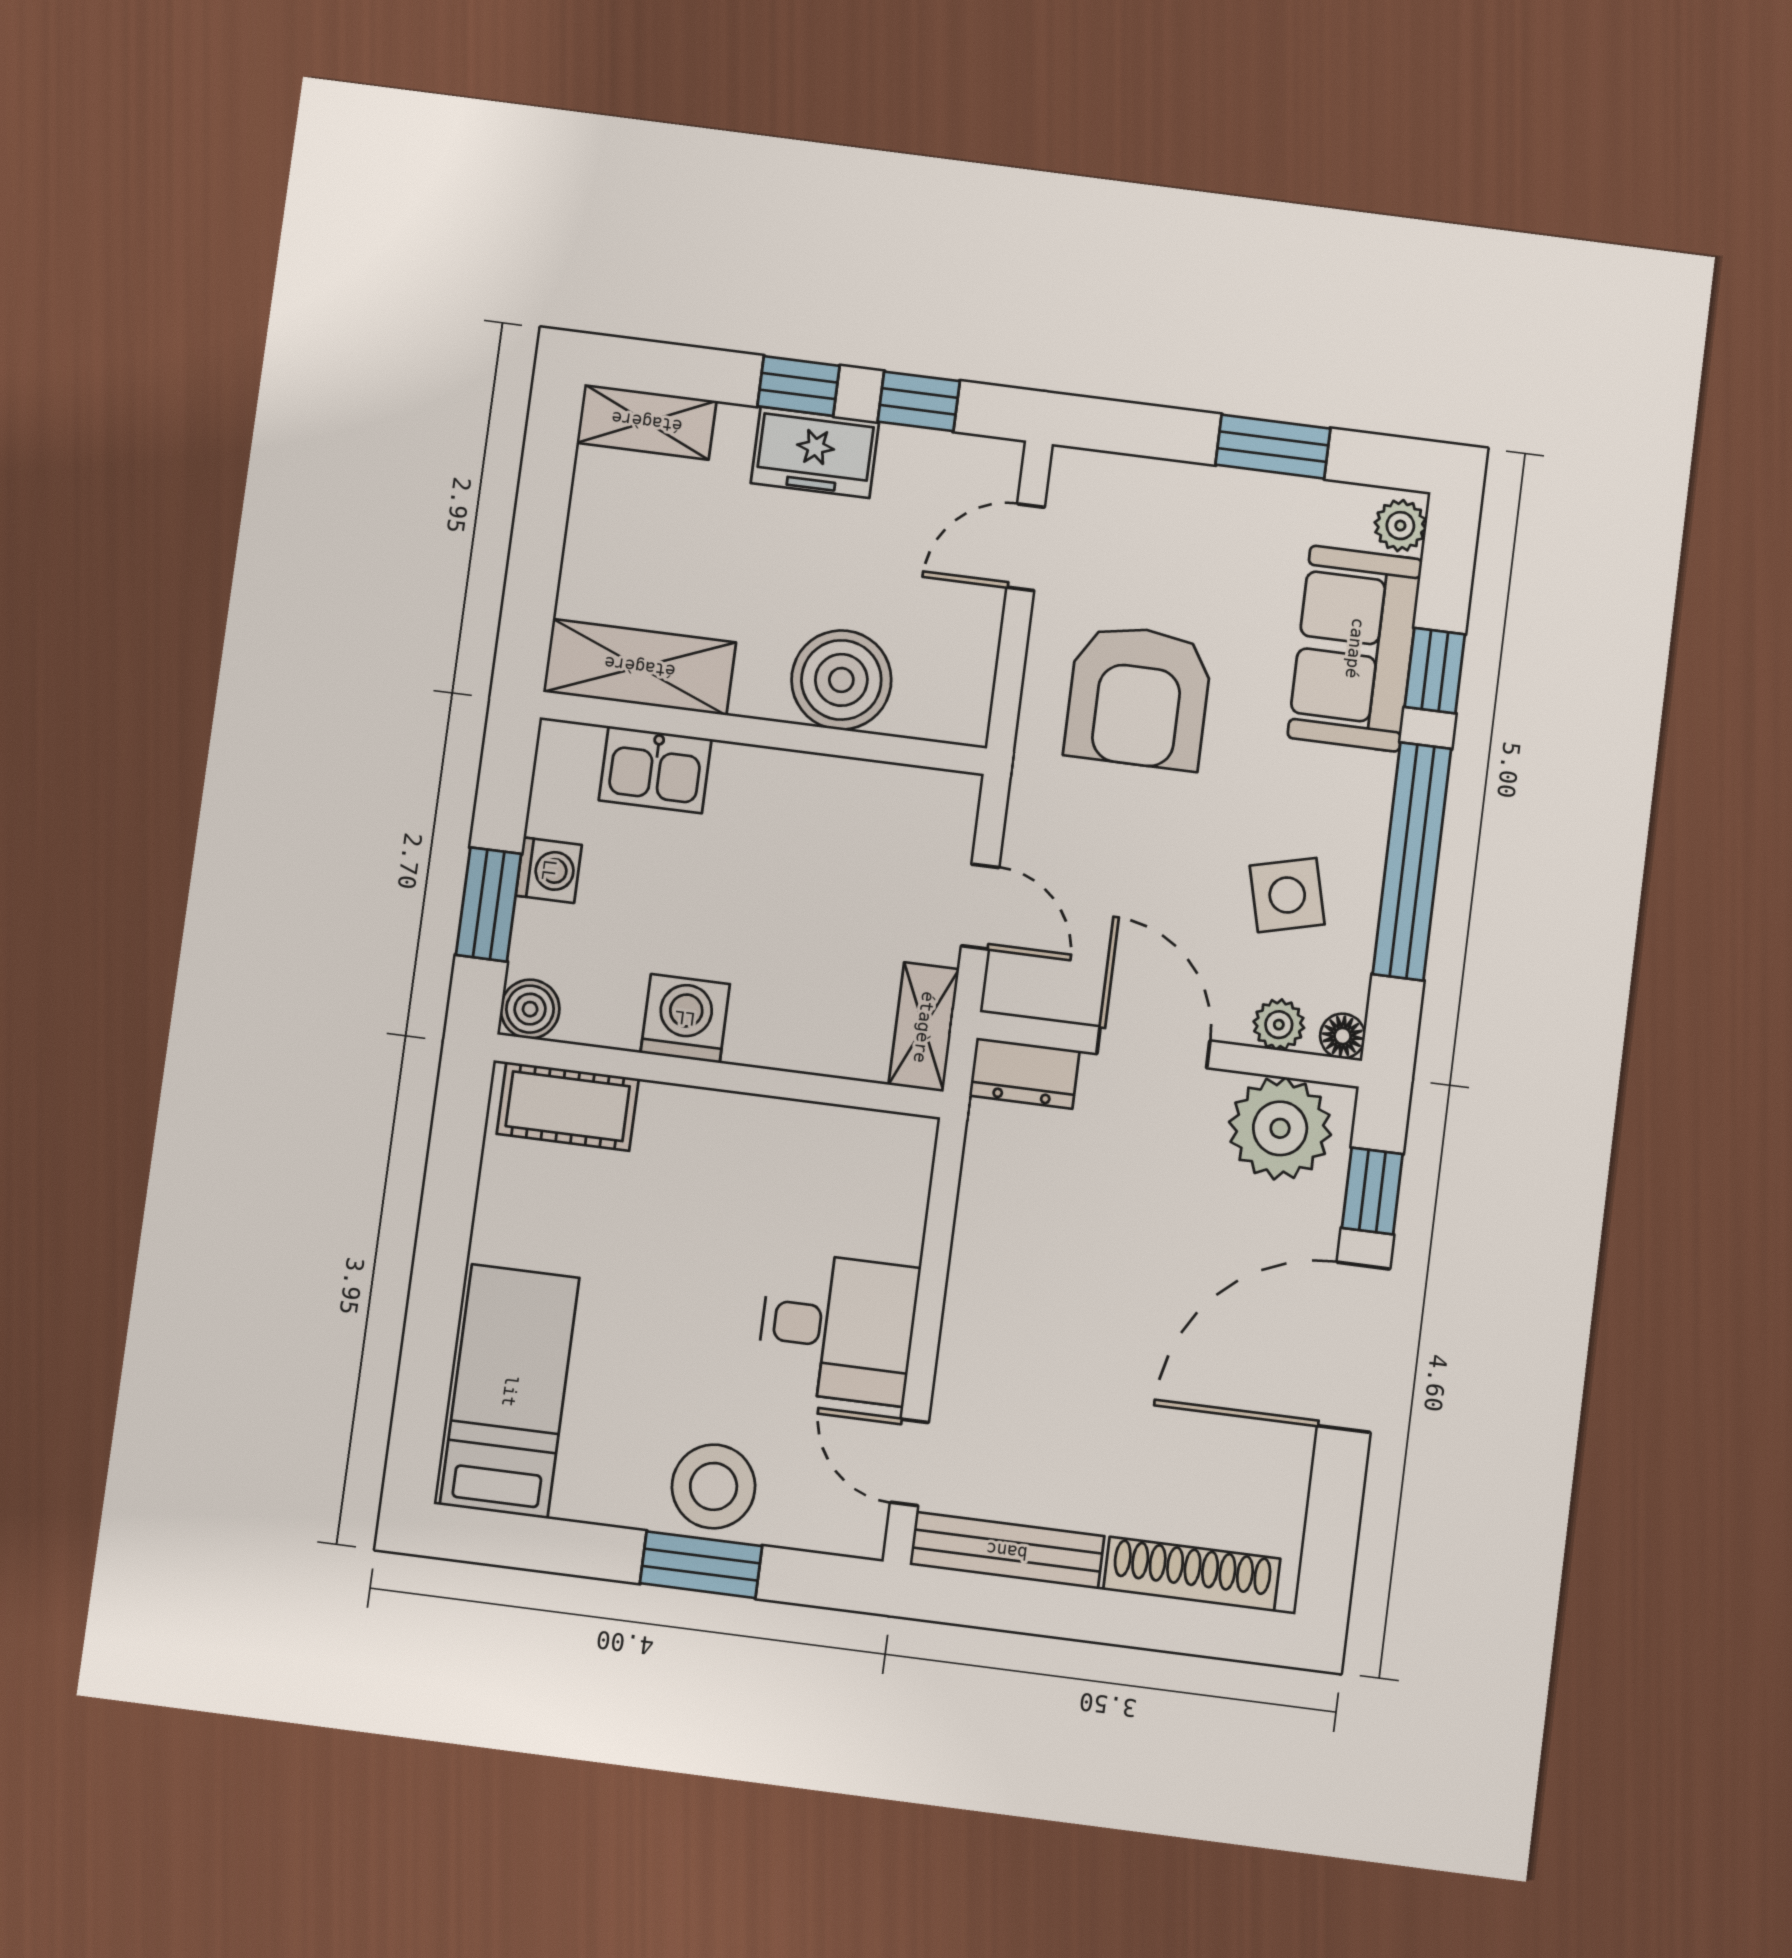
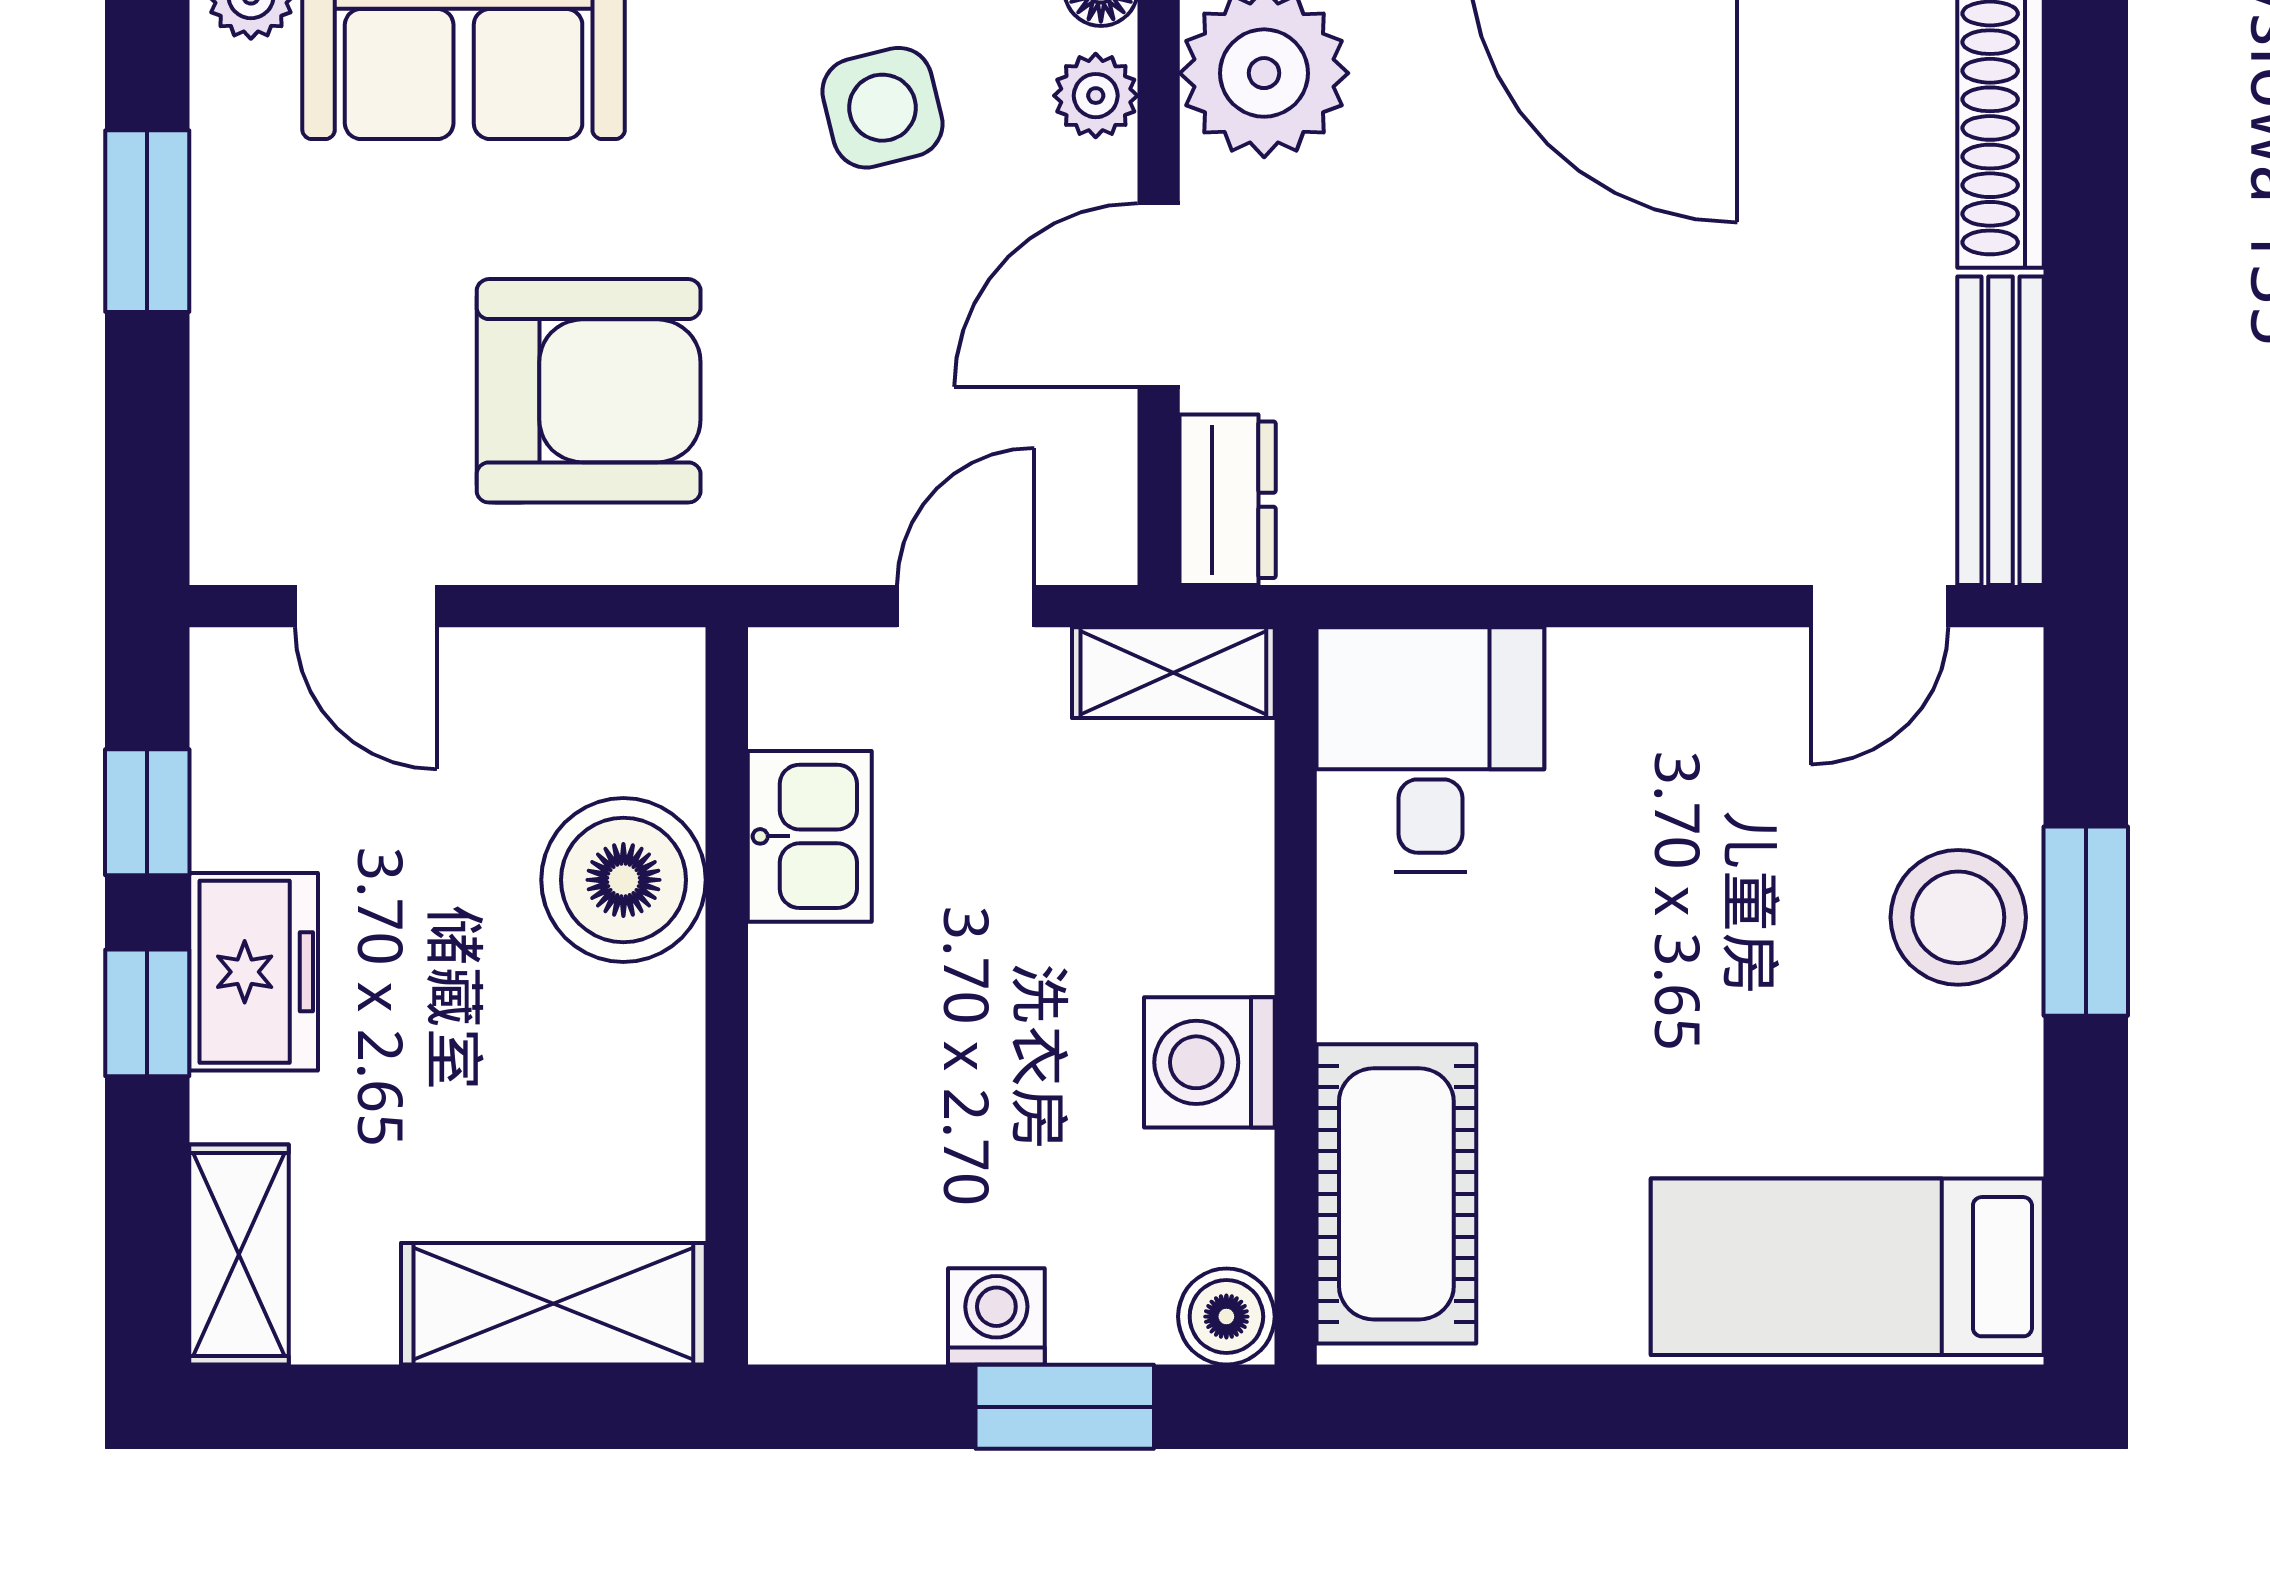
shelving: (640, 667) -> (553, 1304), moved, turned 90
kitchen sink: (655, 770) -> (810, 836), moved
cot: (568, 1106) -> (1396, 1194), width x1.37, depth x1.34
desk: (838, 1328) -> (1430, 750), moved

